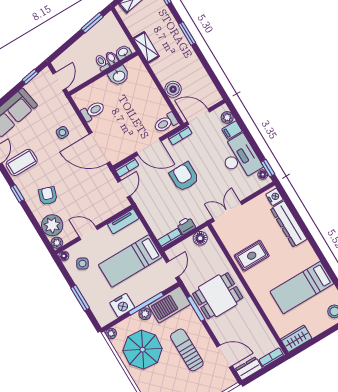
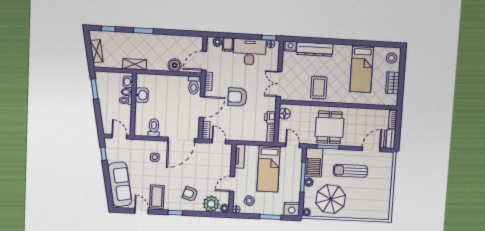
nightstand: (122, 305) -> (292, 209), moved, turned 90
wardrobe: (296, 339) -> (393, 83), moved

